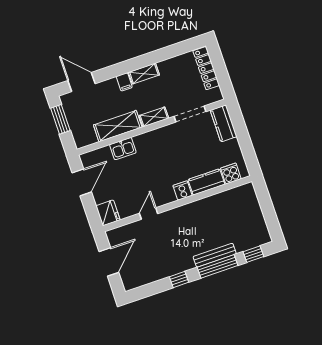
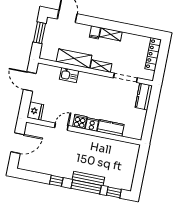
cooker: (231, 173) -> (80, 122), moved
door: (82, 182) -> (30, 82), swing flipped

